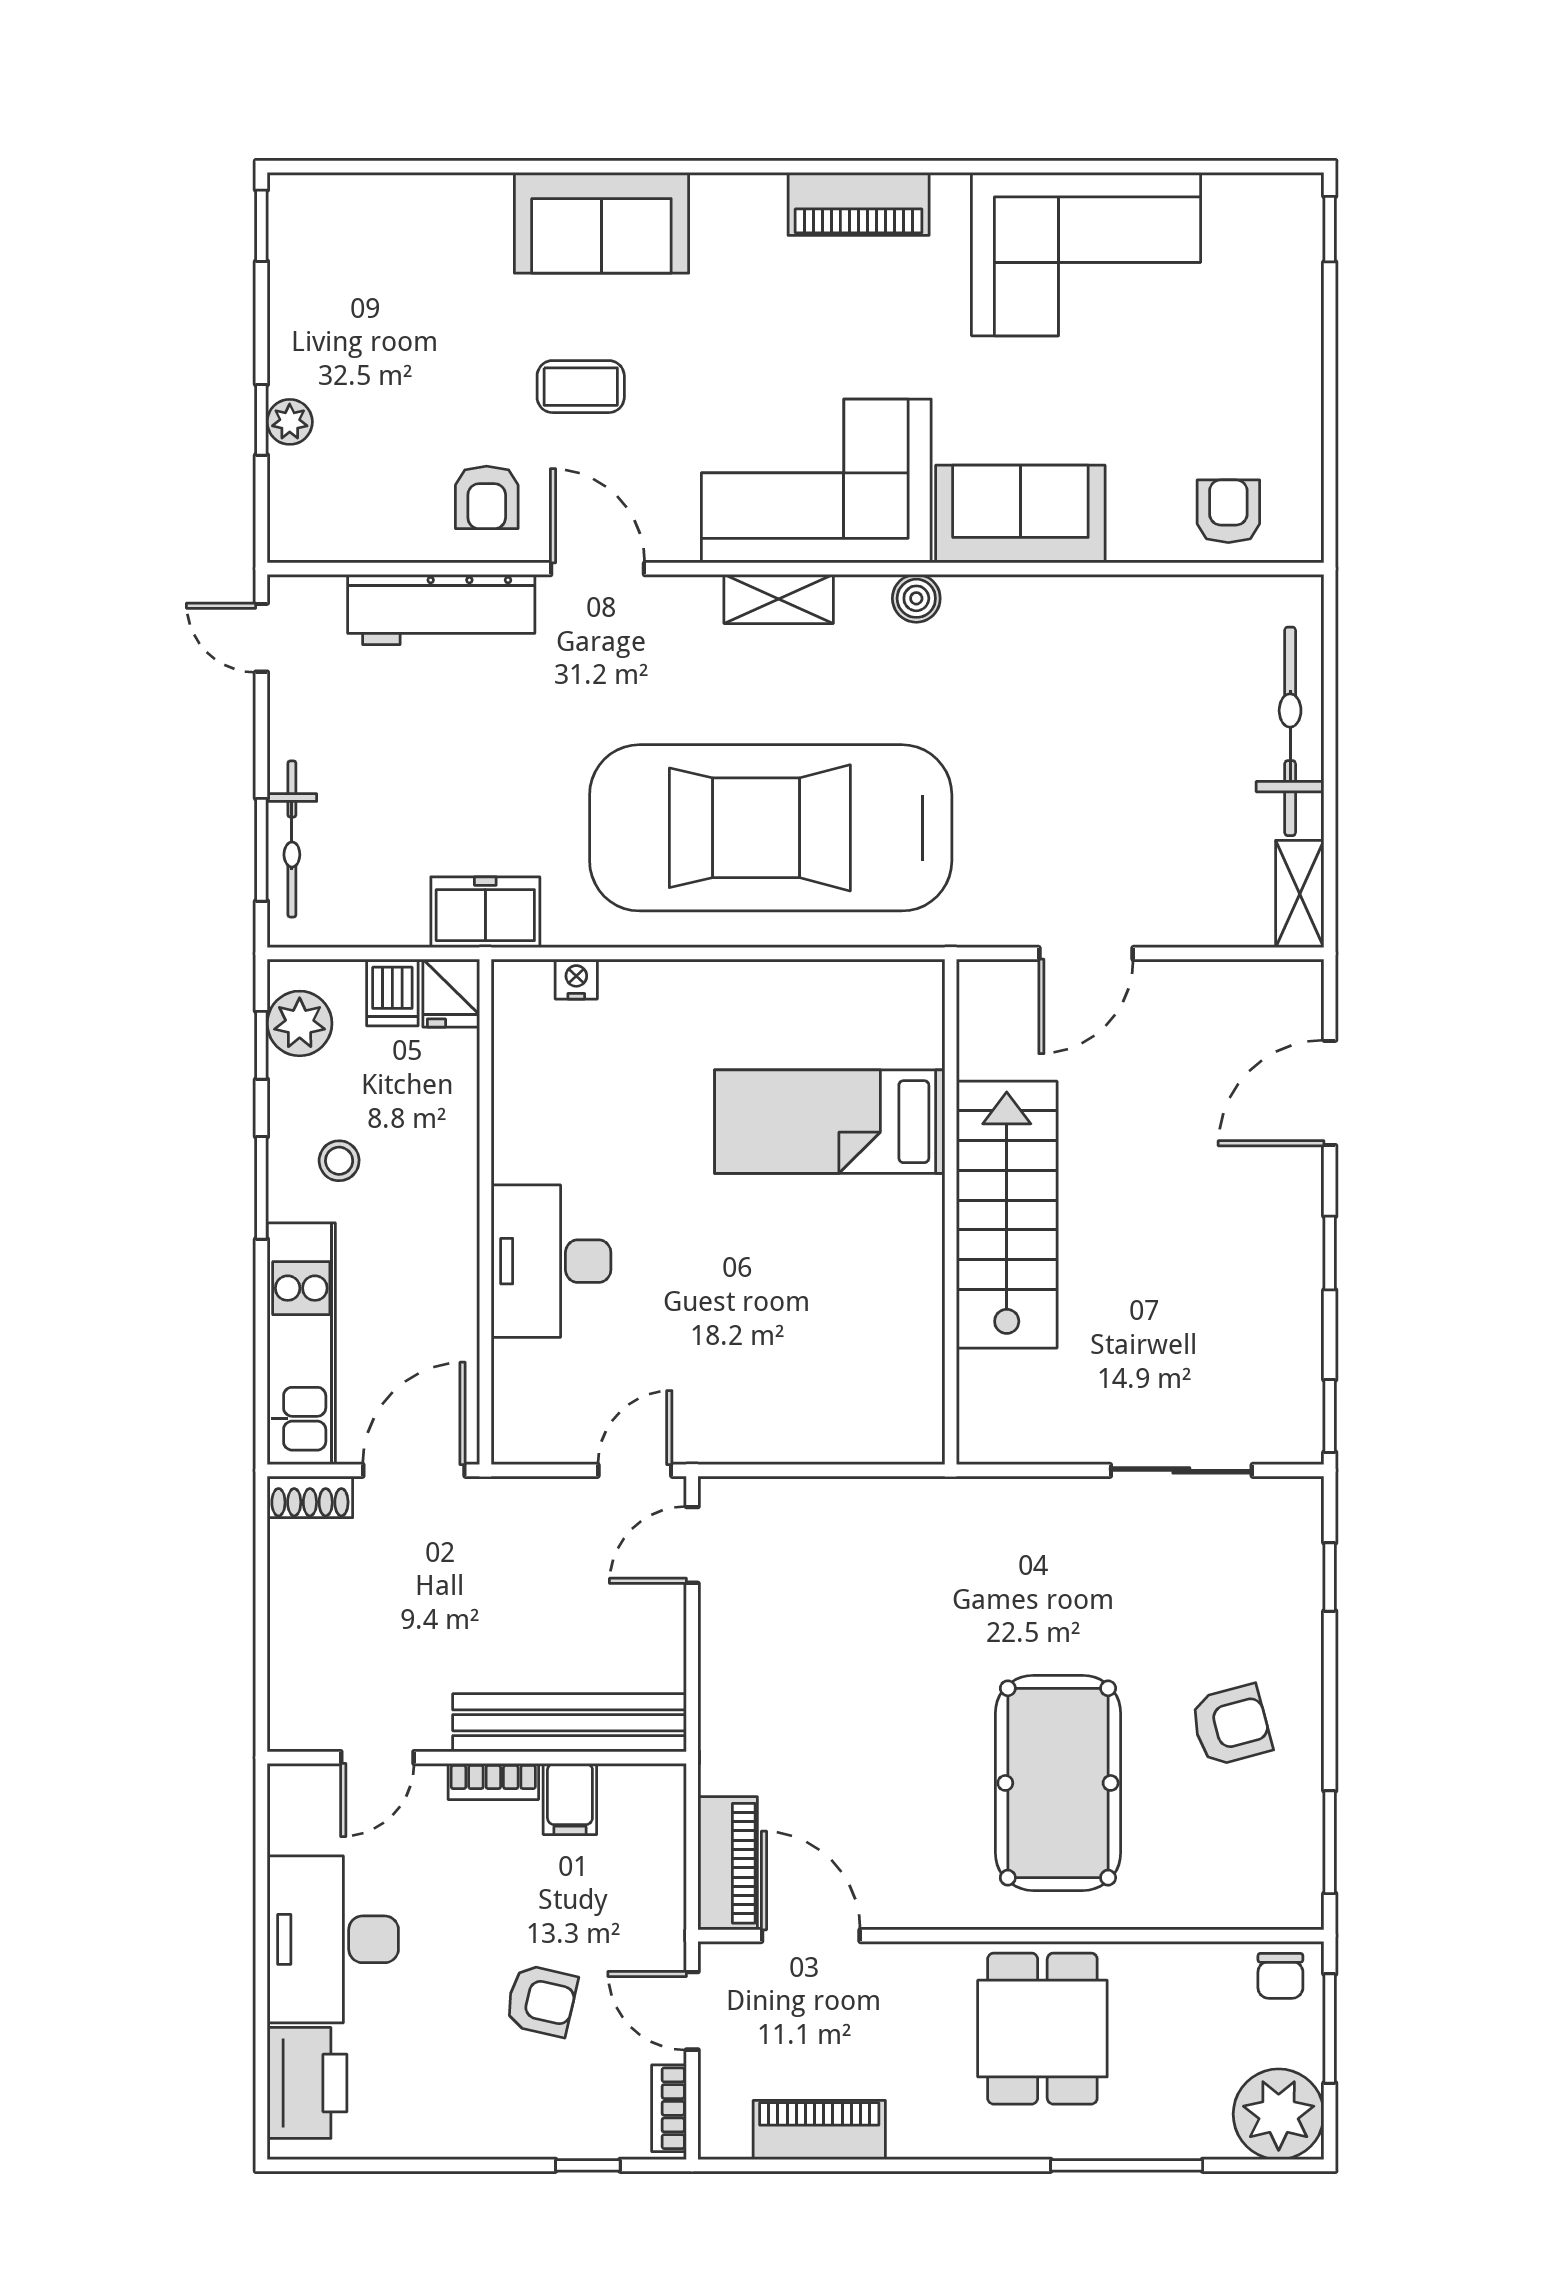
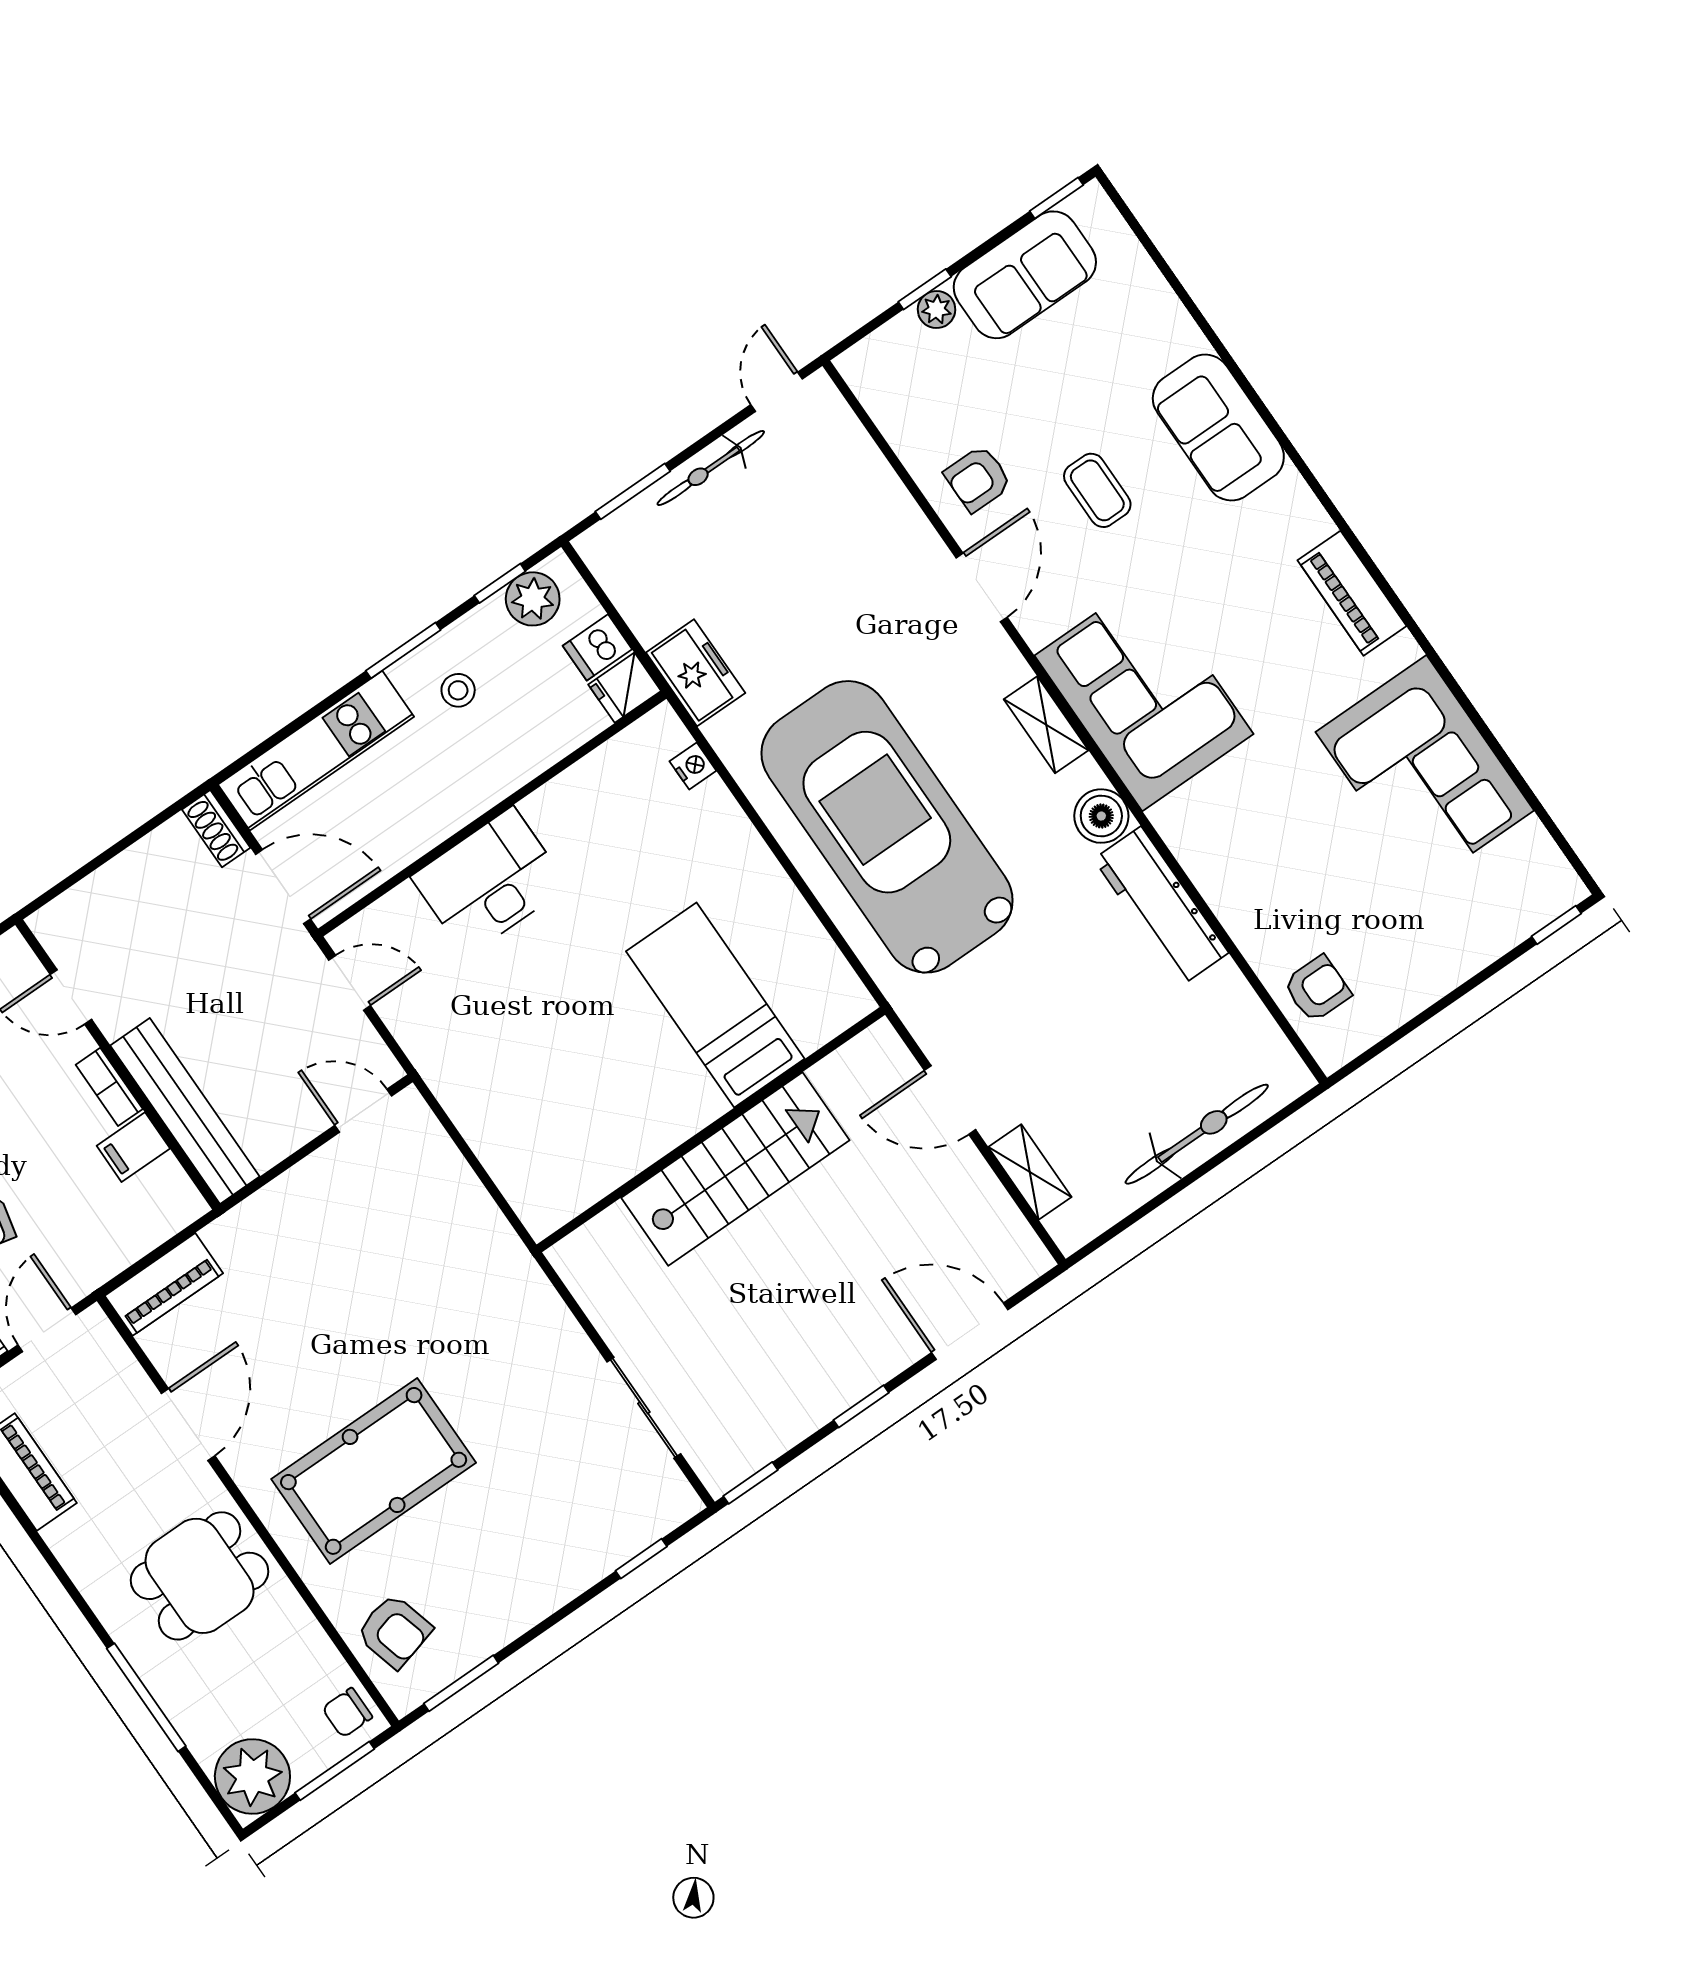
sofa: (1020, 514) -> (1025, 275), moved, turned 90
boiler: (916, 598) -> (1101, 816), width x1.36, depth x1.36
workbench: (441, 610) -> (1161, 906), moved
bicycle: (292, 839) -> (711, 468), moved
shelving: (1300, 894) -> (1030, 1172), moved, turned 90
door: (635, 1470) -> (350, 983), moved
armchair: (1231, 1725) -> (394, 1631), moved
door: (811, 1936) -> (188, 1425), moved

